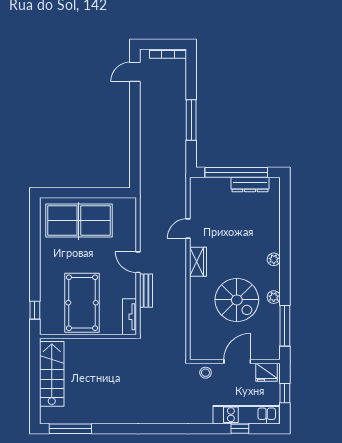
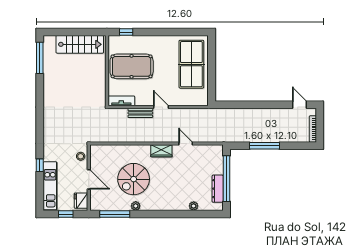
plant: (274, 259) -> (194, 206), moved
door: (138, 262) -> (161, 107), hinge flipped
window: (240, 429) -> (40, 165), moved

